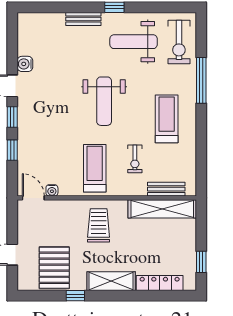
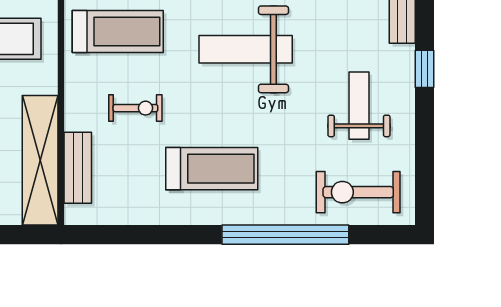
weight bench: (134, 42) -> (359, 106), width x0.73, depth x0.75
window: (201, 80) -> (285, 235), width x1.46
exercise bike: (135, 159) -> (135, 108), turned 180

